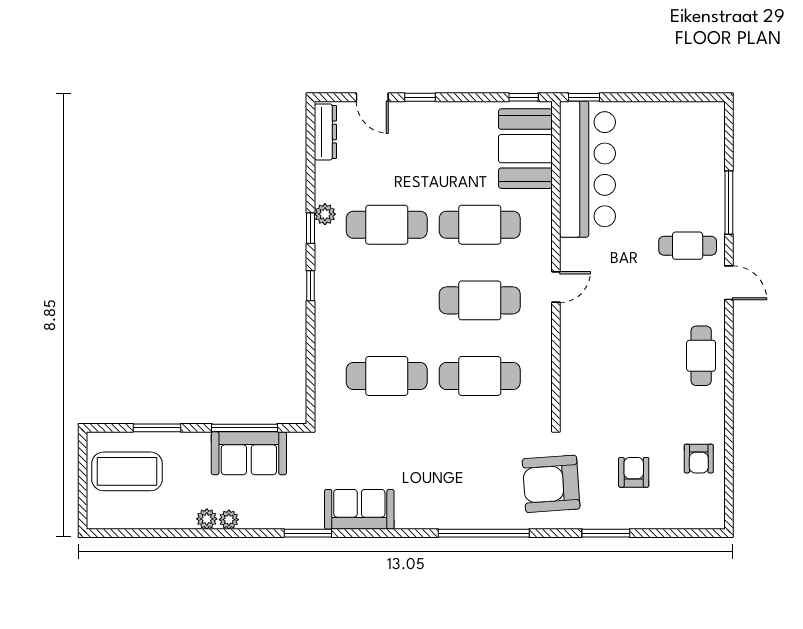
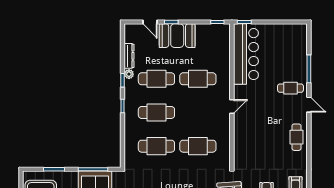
dresser: (325, 132) -> (129, 56), moved
booth: (525, 149) -> (177, 36), moved, turned 90
cafe table: (480, 300) -> (156, 112), moved

